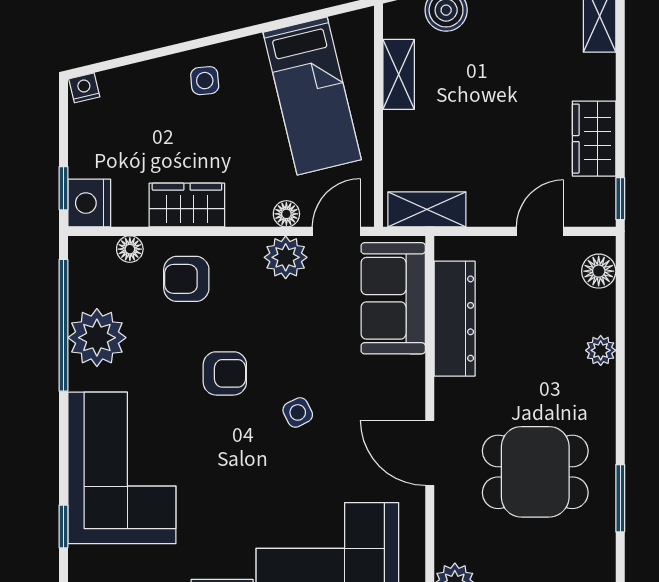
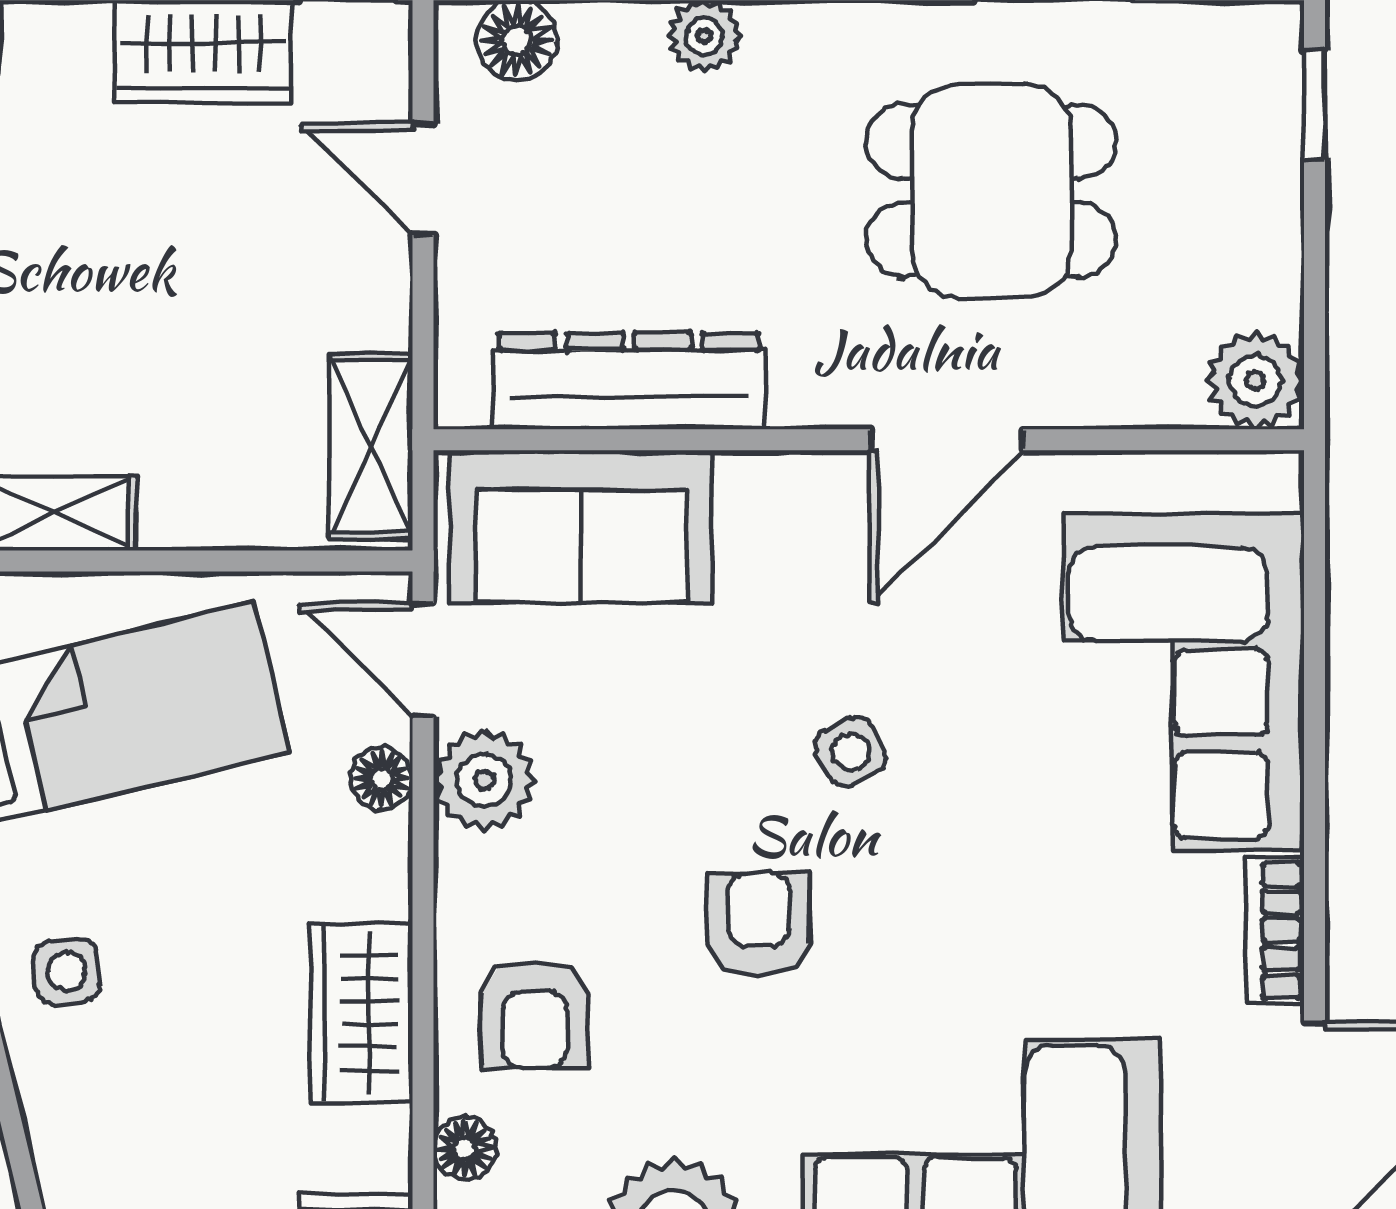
dining table: (535, 472) -> (991, 191), turned 90

